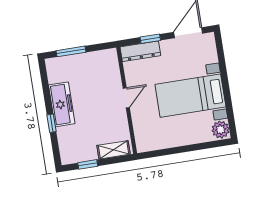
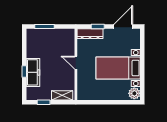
door: (126, 98) -> (76, 63), swing flipped
freezer: (62, 104) -> (33, 72), moved

